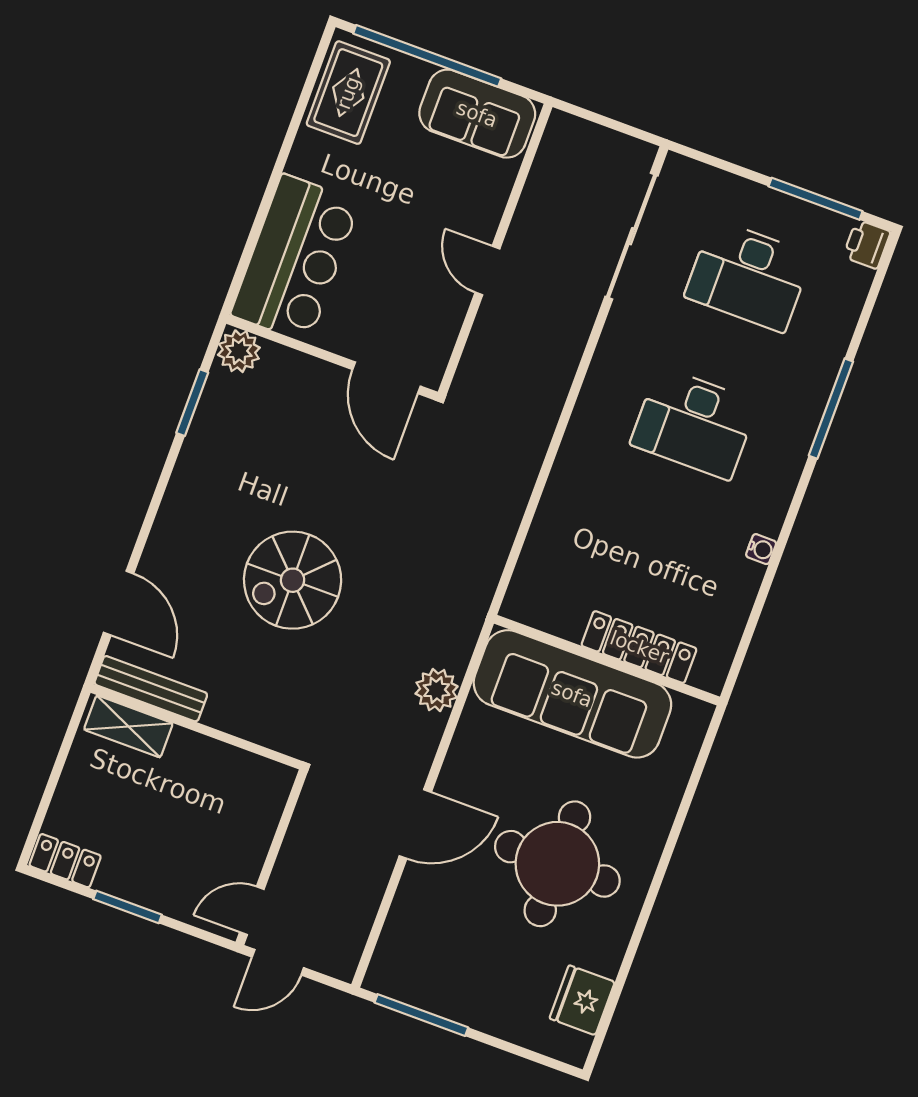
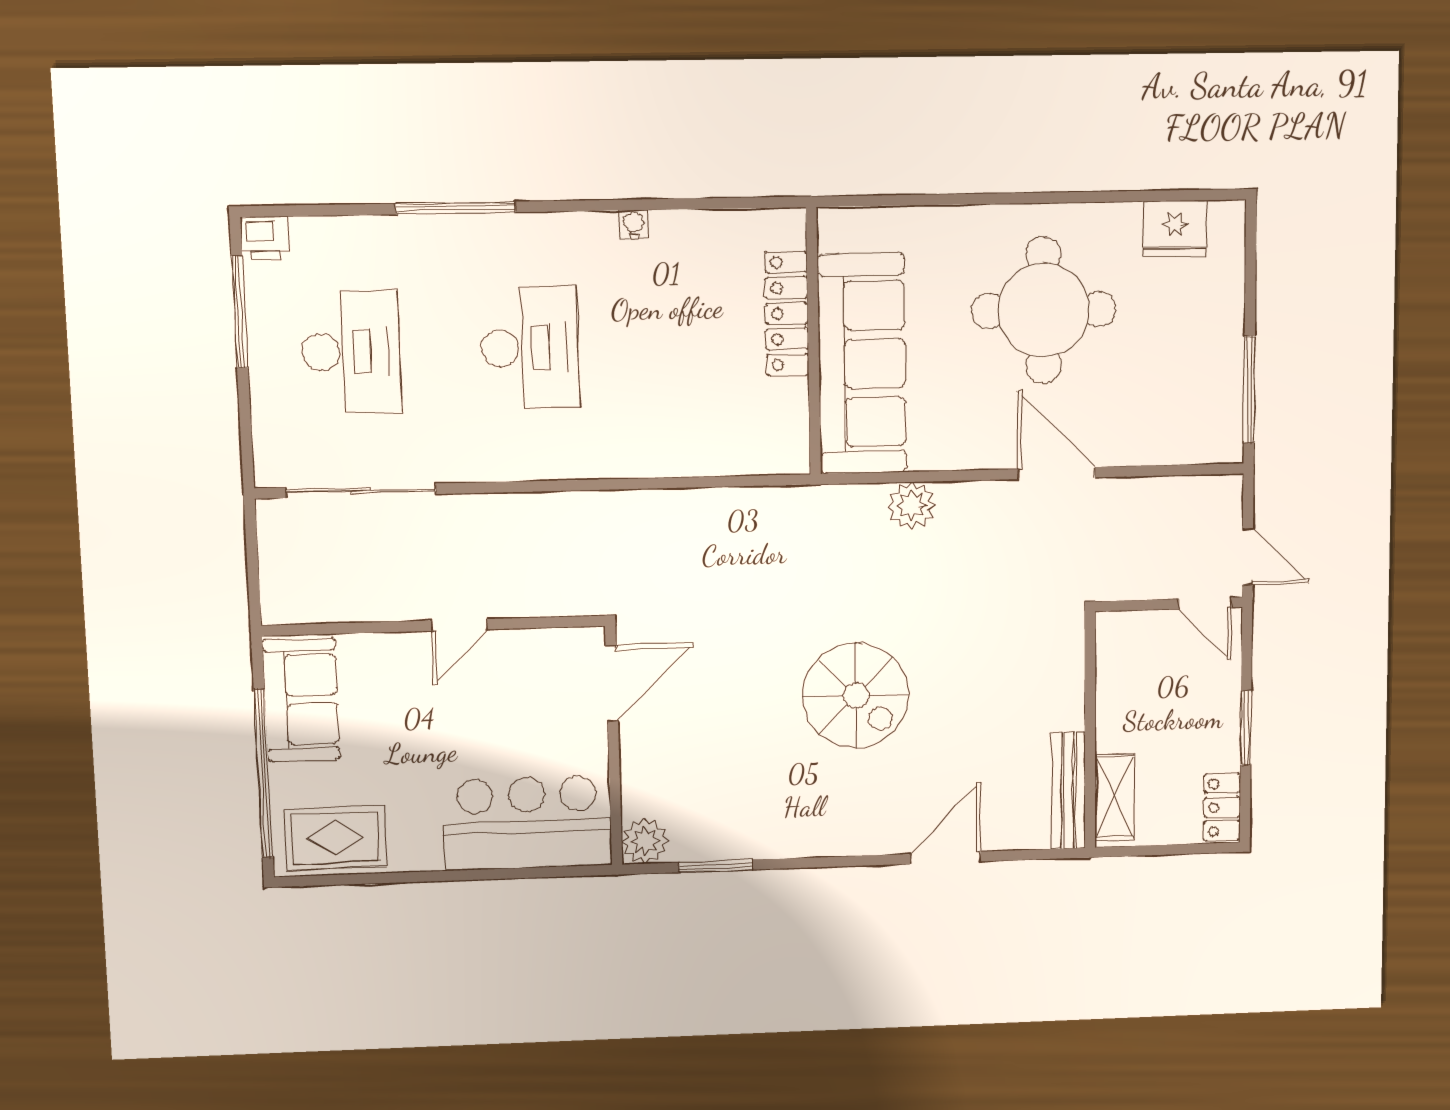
bench: (151, 689) -> (1069, 790), moved
shelving: (128, 726) -> (1115, 797), moved
wall: (196, 727) -> (1090, 730), moved

